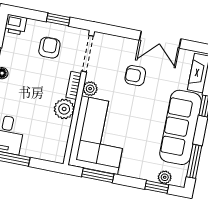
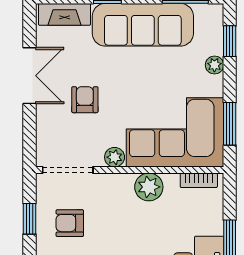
armchair: (135, 76) -> (85, 100), turned 180
bookcase: (74, 85) -> (199, 180), moved
plant: (165, 177) -> (214, 65), moved

